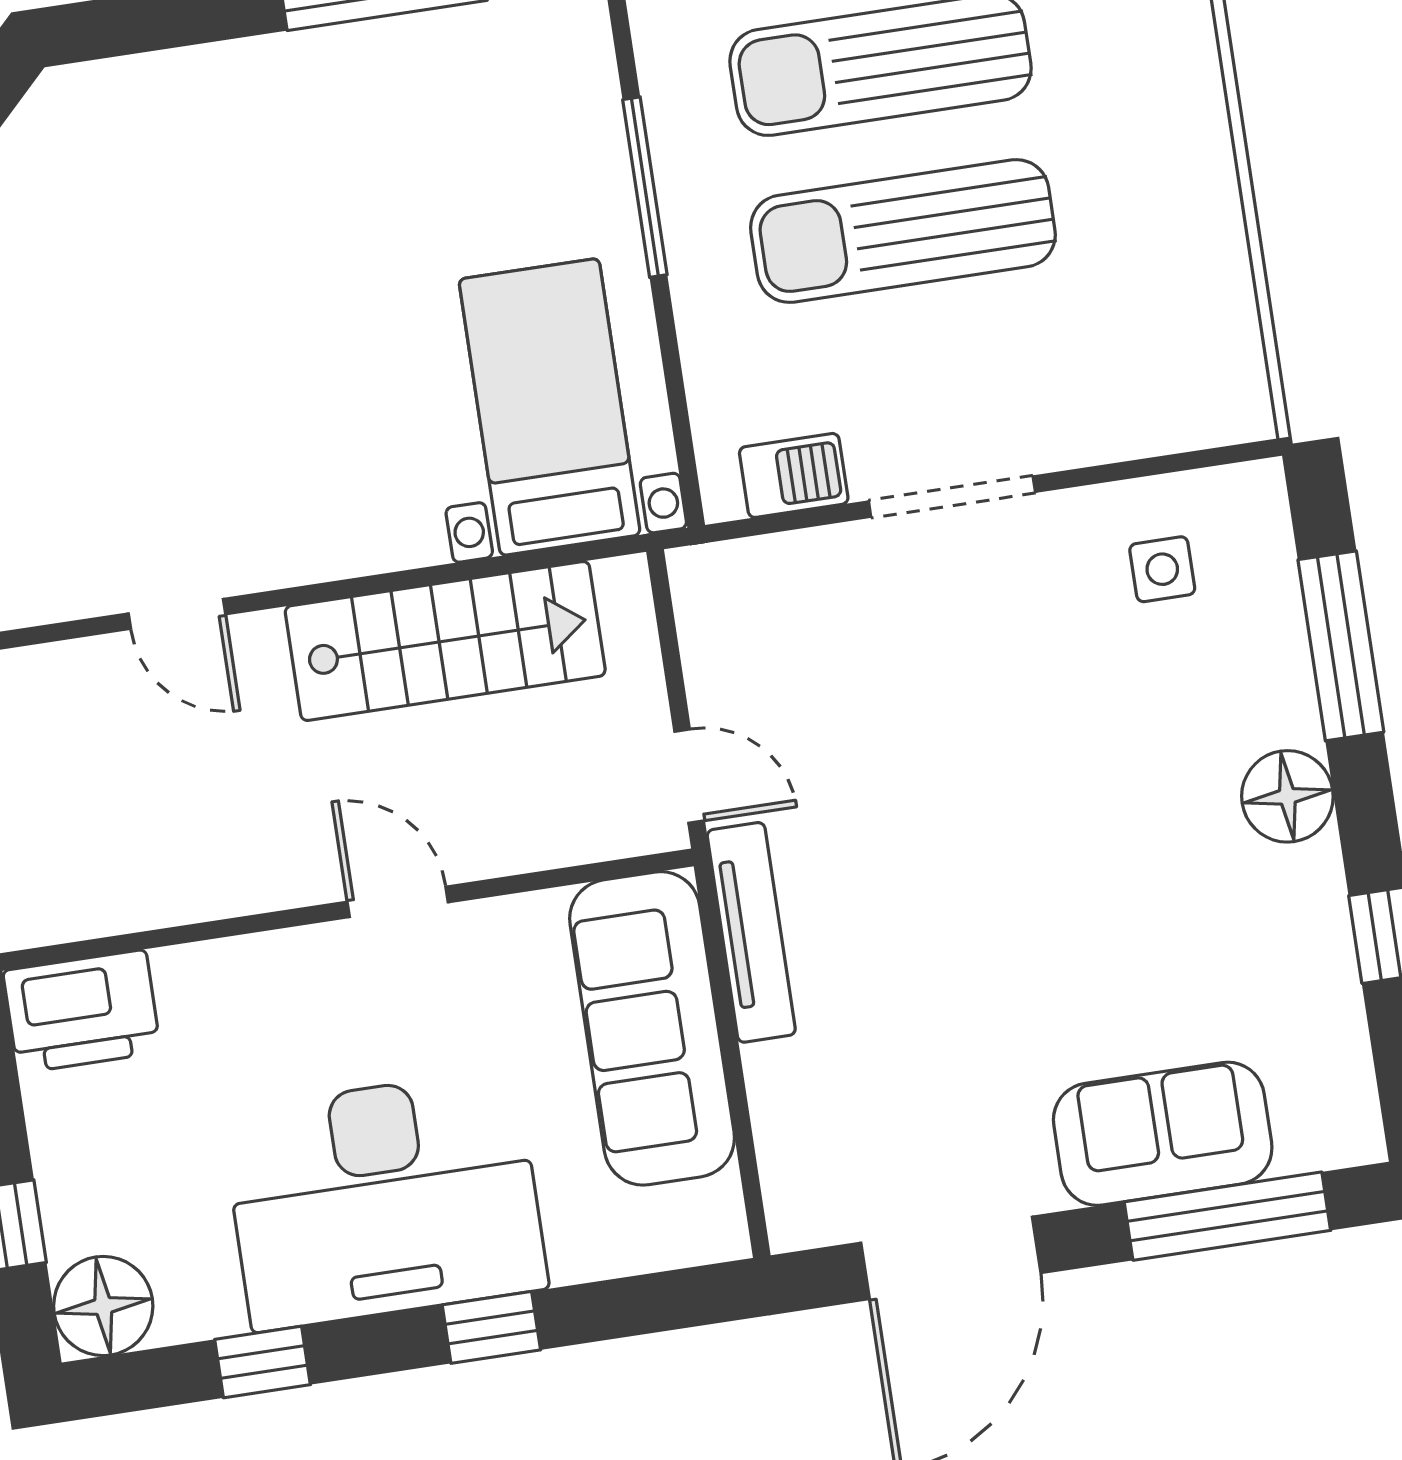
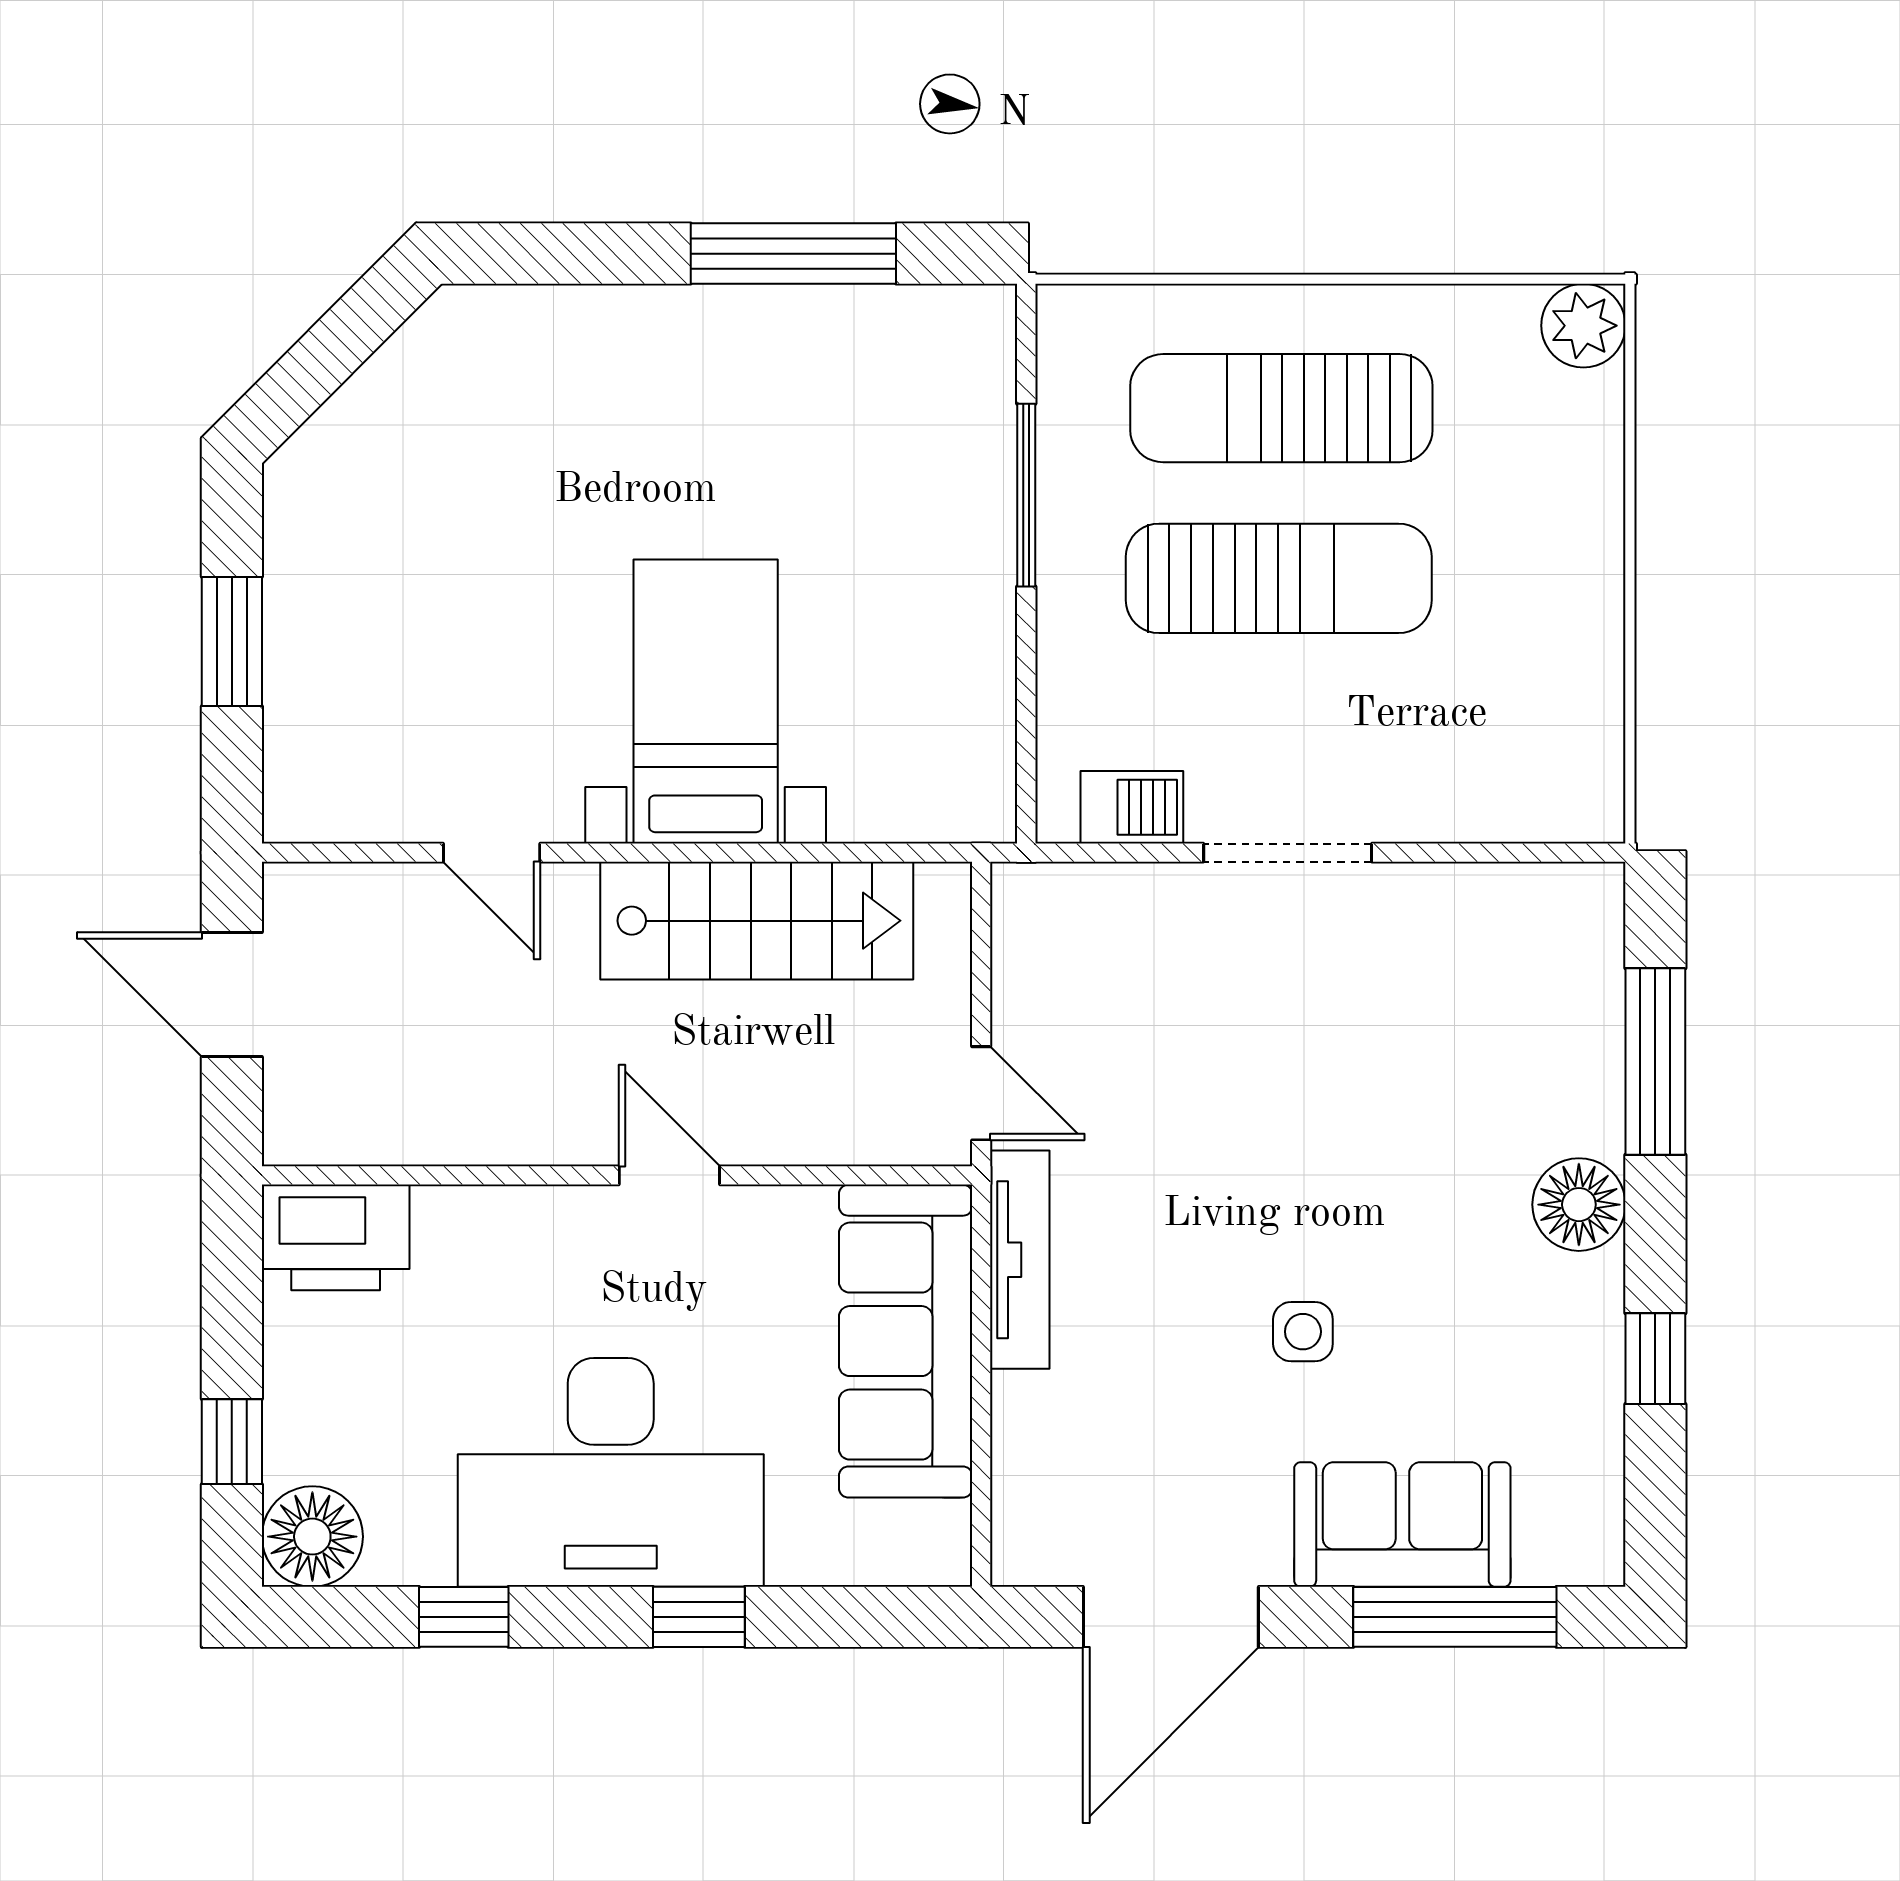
sun lounger: (903, 231) -> (1279, 578), turned 180
bed with nightstands: (550, 407) -> (706, 701), moved
side table: (1162, 569) -> (1303, 1332), moved

